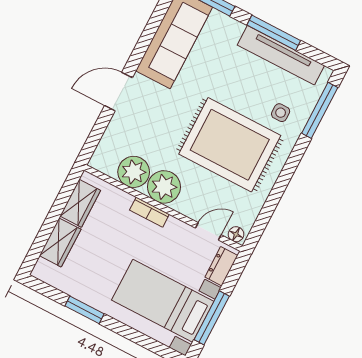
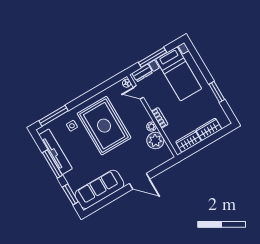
plant: (164, 187) -> (151, 127), width x0.53, depth x0.53
window: (212, 318) -> (153, 57), moved

